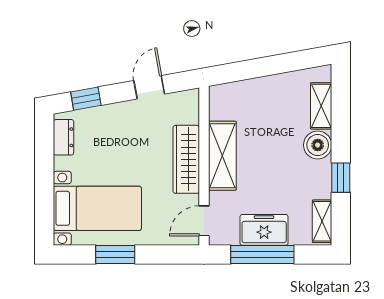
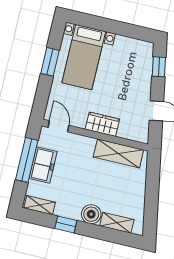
dresser: (64, 137) -> (136, 46), removed
shelving: (222, 156) -> (118, 153), moved
wardrobe: (186, 159) -> (102, 124), width x0.67

